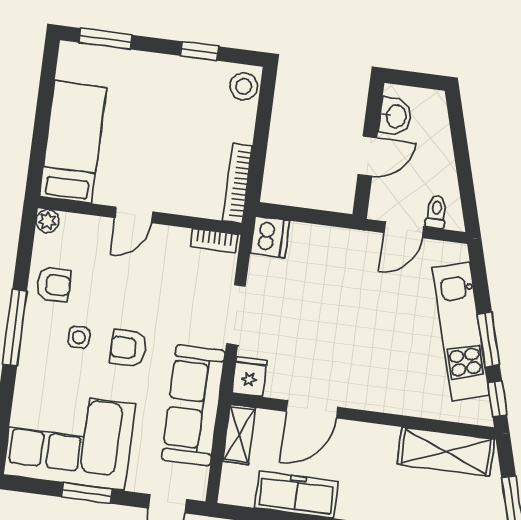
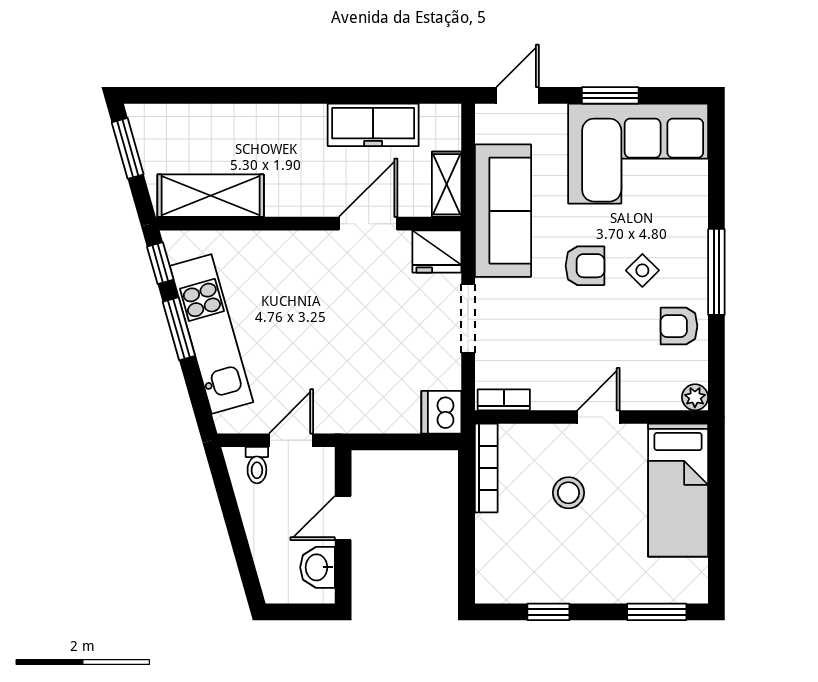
stool: (244, 86) -> (568, 493), moved
side table: (79, 337) -> (642, 270), turned 45
fridge: (249, 377) -> (437, 251), width x1.38

